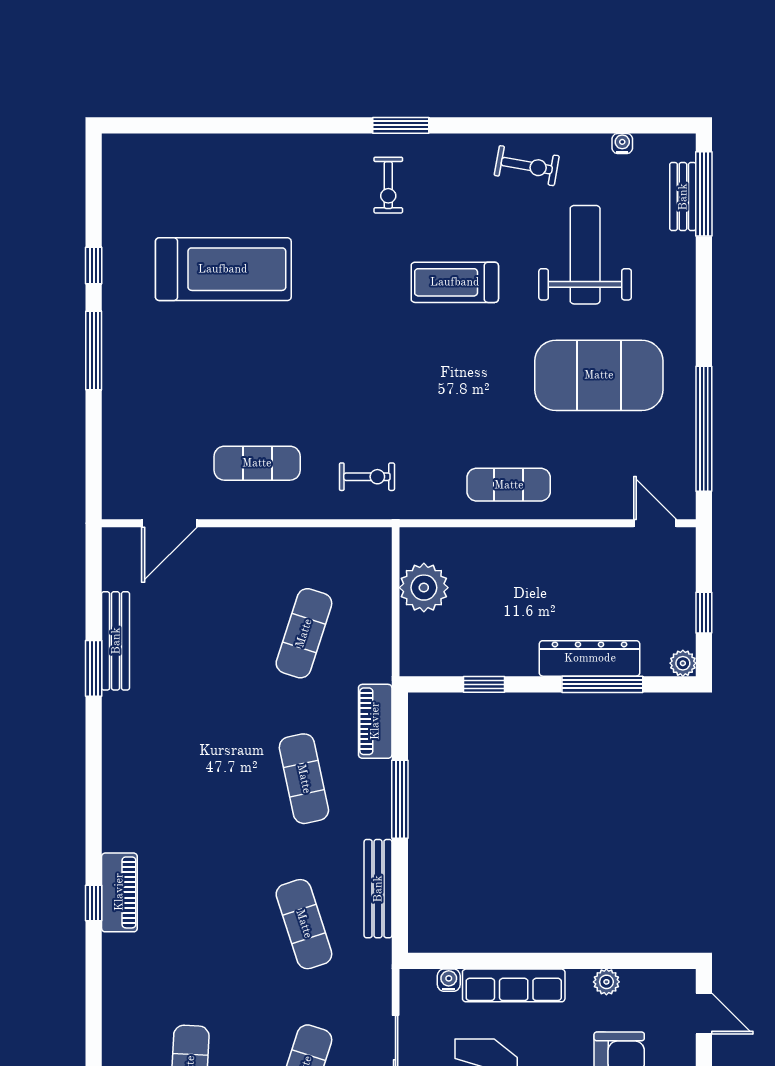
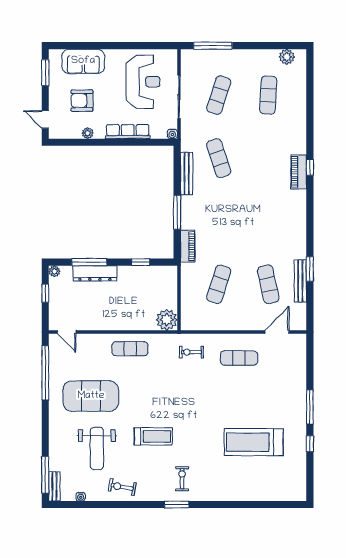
bench: (683, 197) -> (54, 486), moved
plant: (424, 588) -> (167, 320), moved
exercise mat: (304, 779) -> (268, 284), moved
water cooler: (449, 980) -> (172, 134), moved

